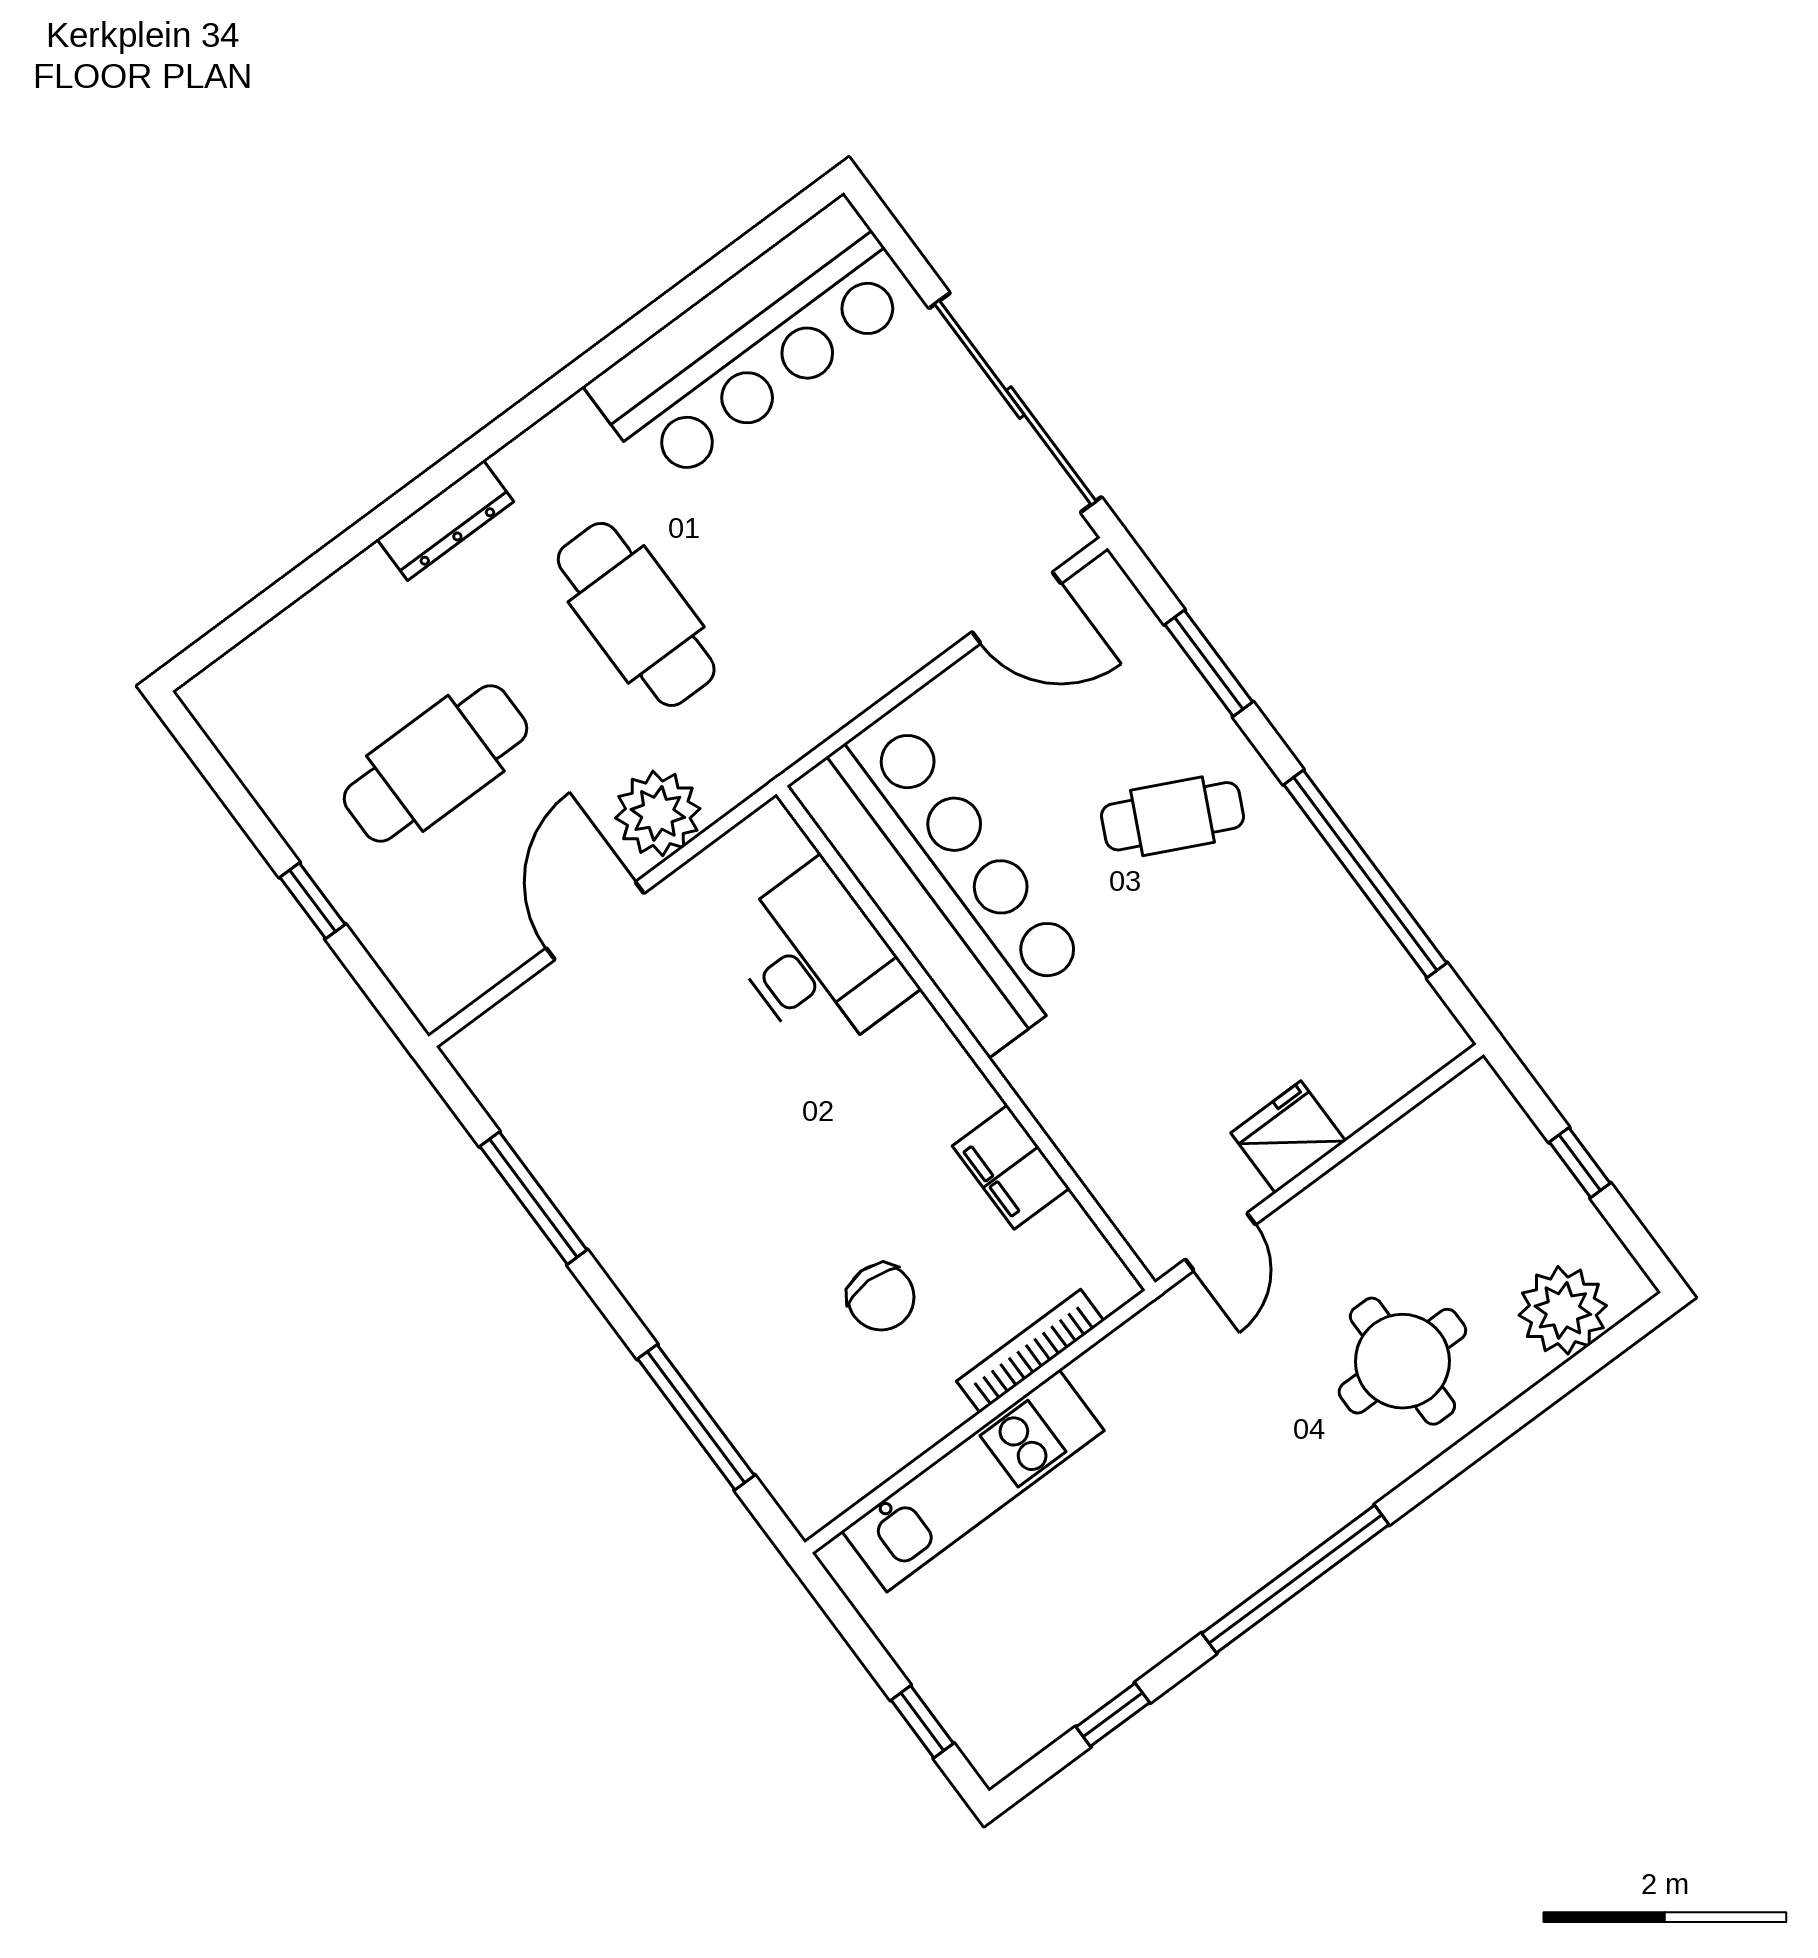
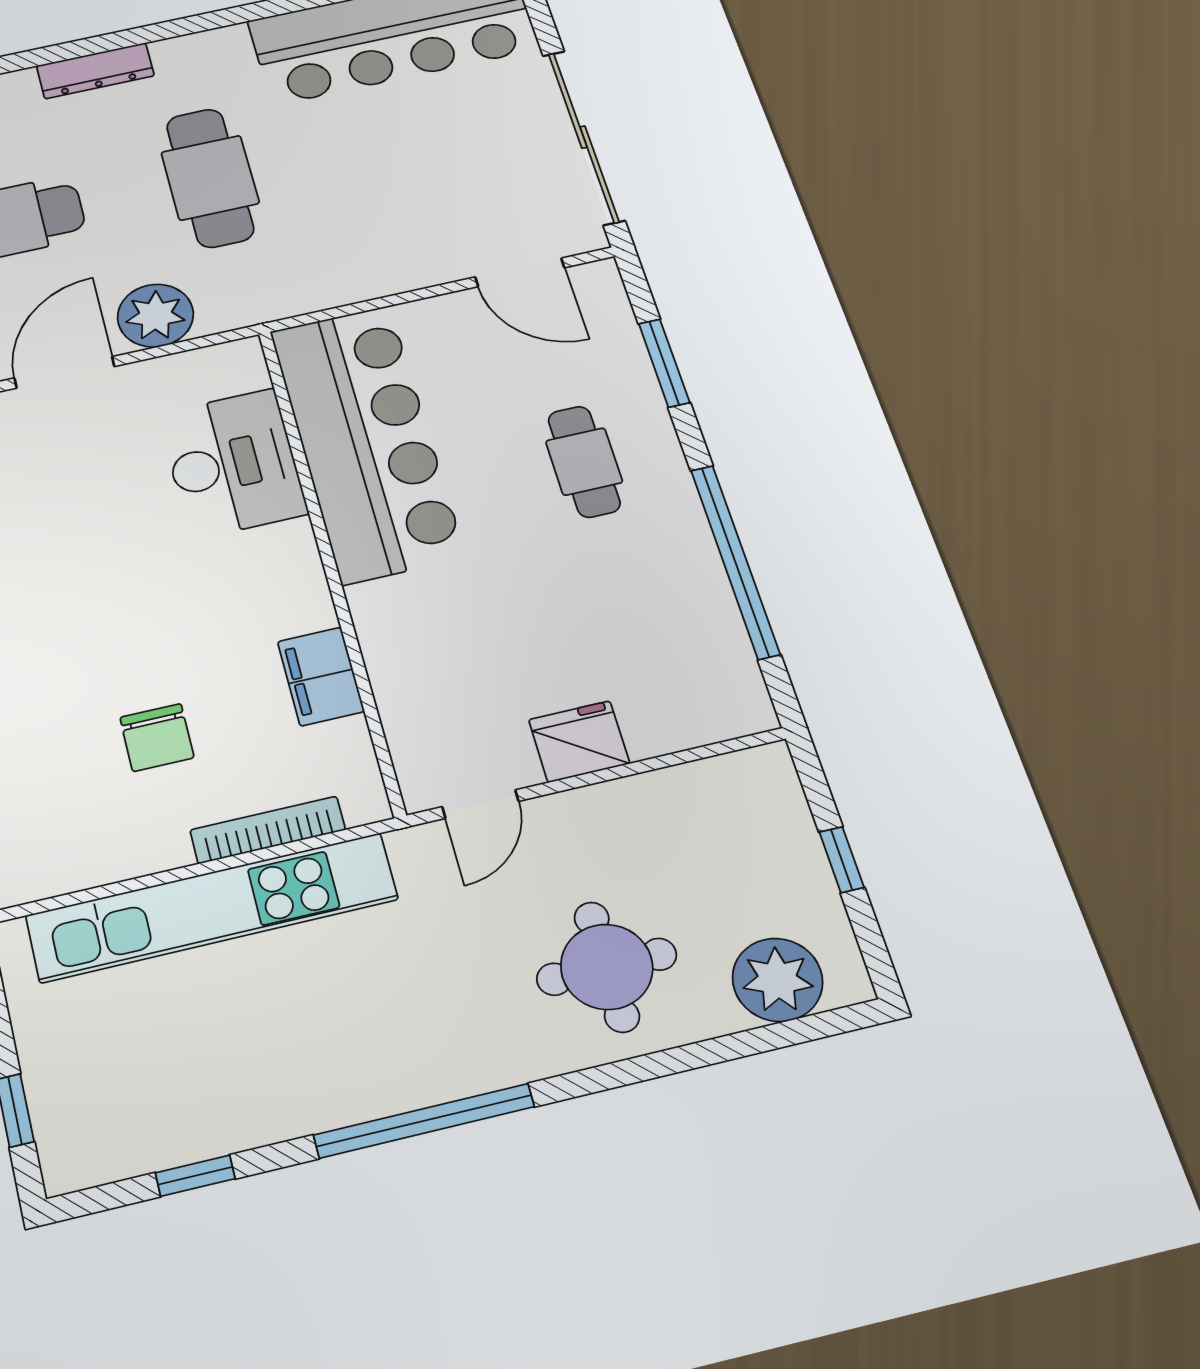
cafe table: (1173, 816) -> (584, 462), turned 64
kitchen unit: (973, 1481) -> (212, 907), width x1.36

